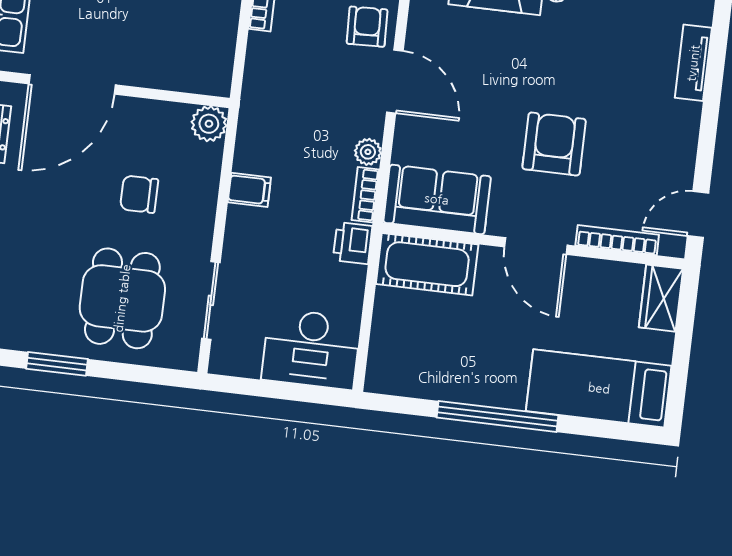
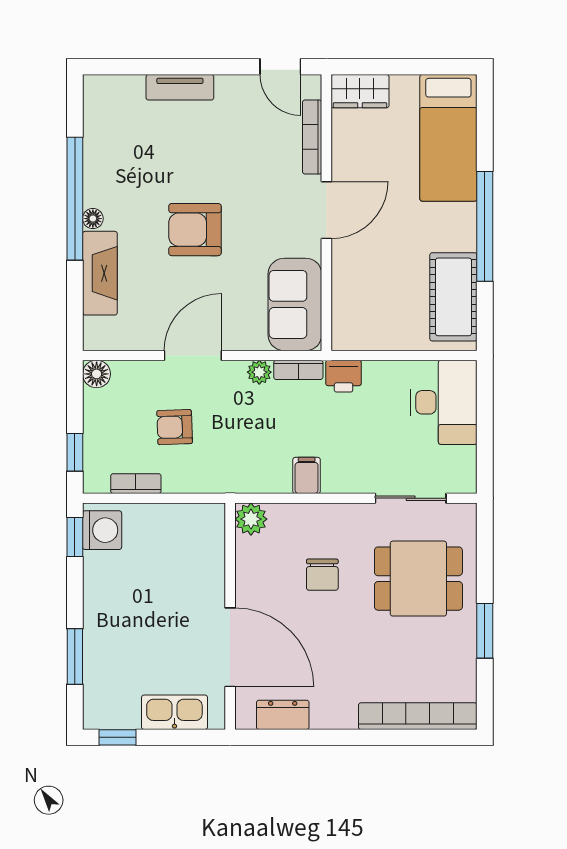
armchair: (367, 27) -> (175, 427), moved
tv unit: (693, 63) -> (180, 87), moved
armchair: (554, 144) -> (195, 230), moved
cot: (427, 264) -> (453, 297), moved

